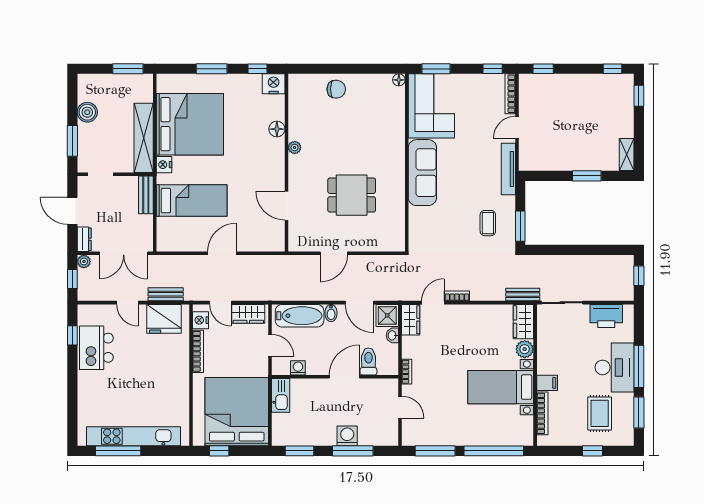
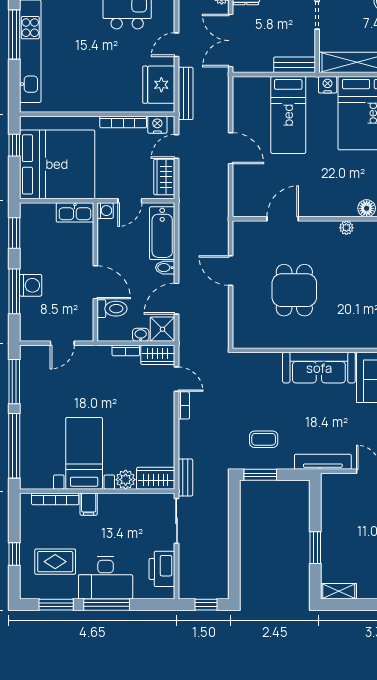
bench: (166, 294) -> (186, 93), width x1.36
washing machine: (298, 368) -> (105, 211), moved
bookcase: (407, 372) -> (126, 350), moved

